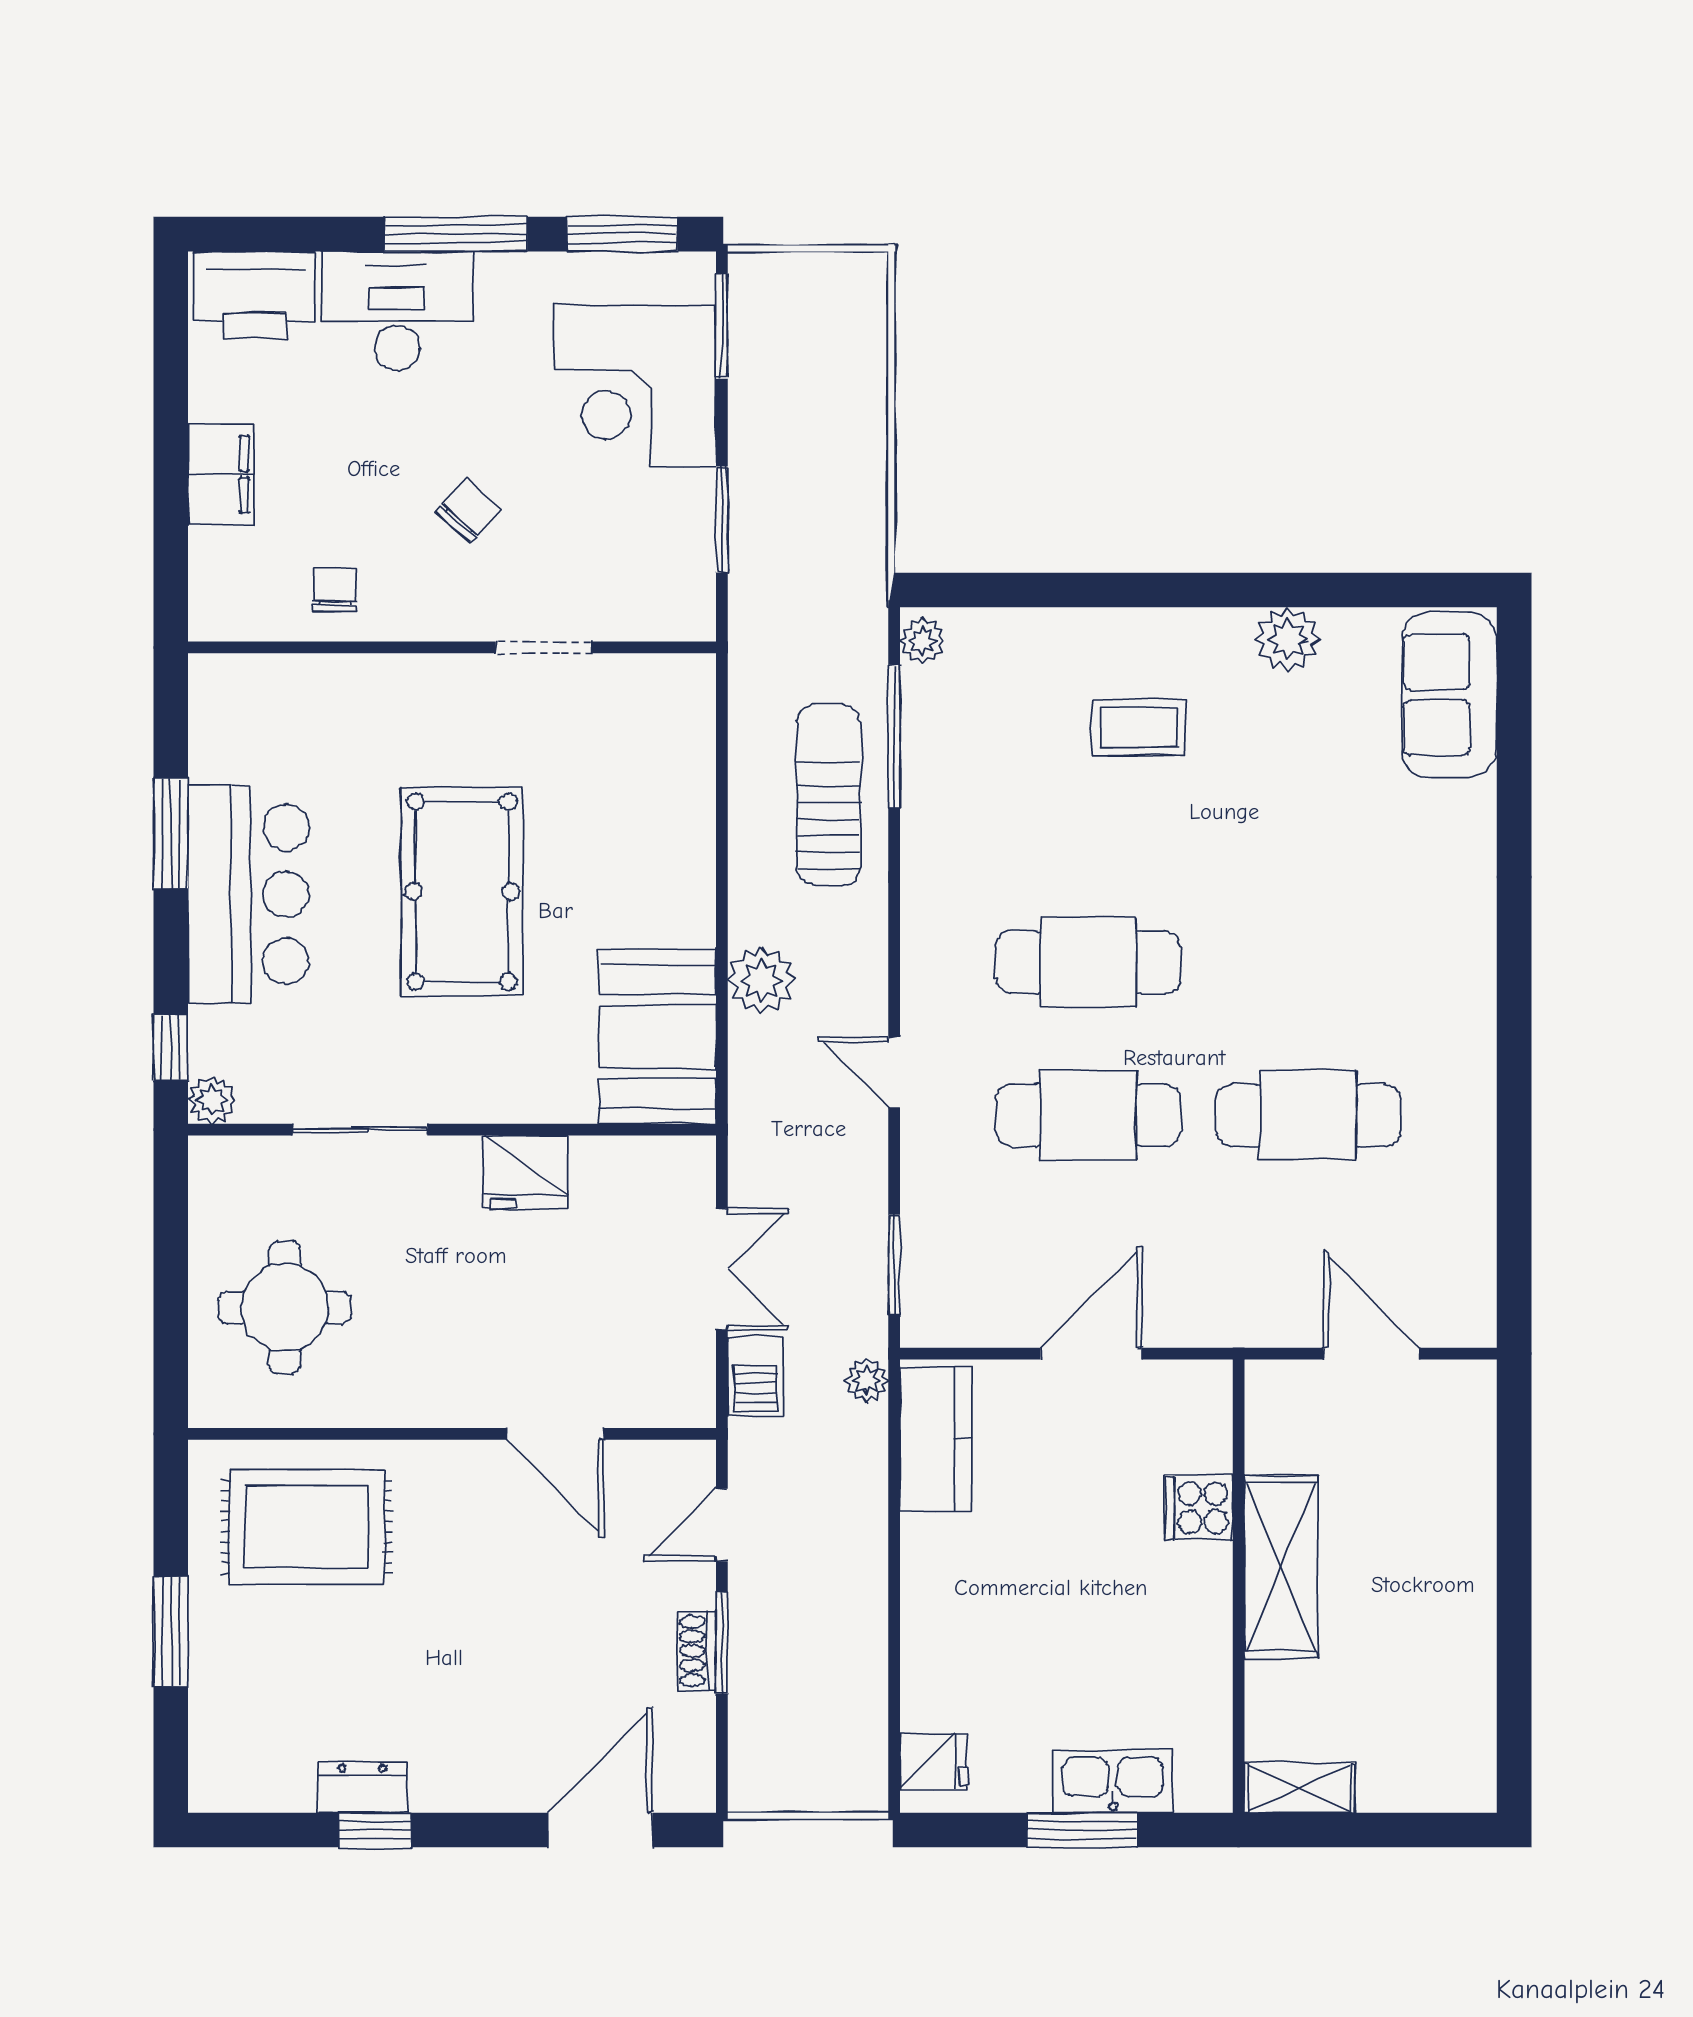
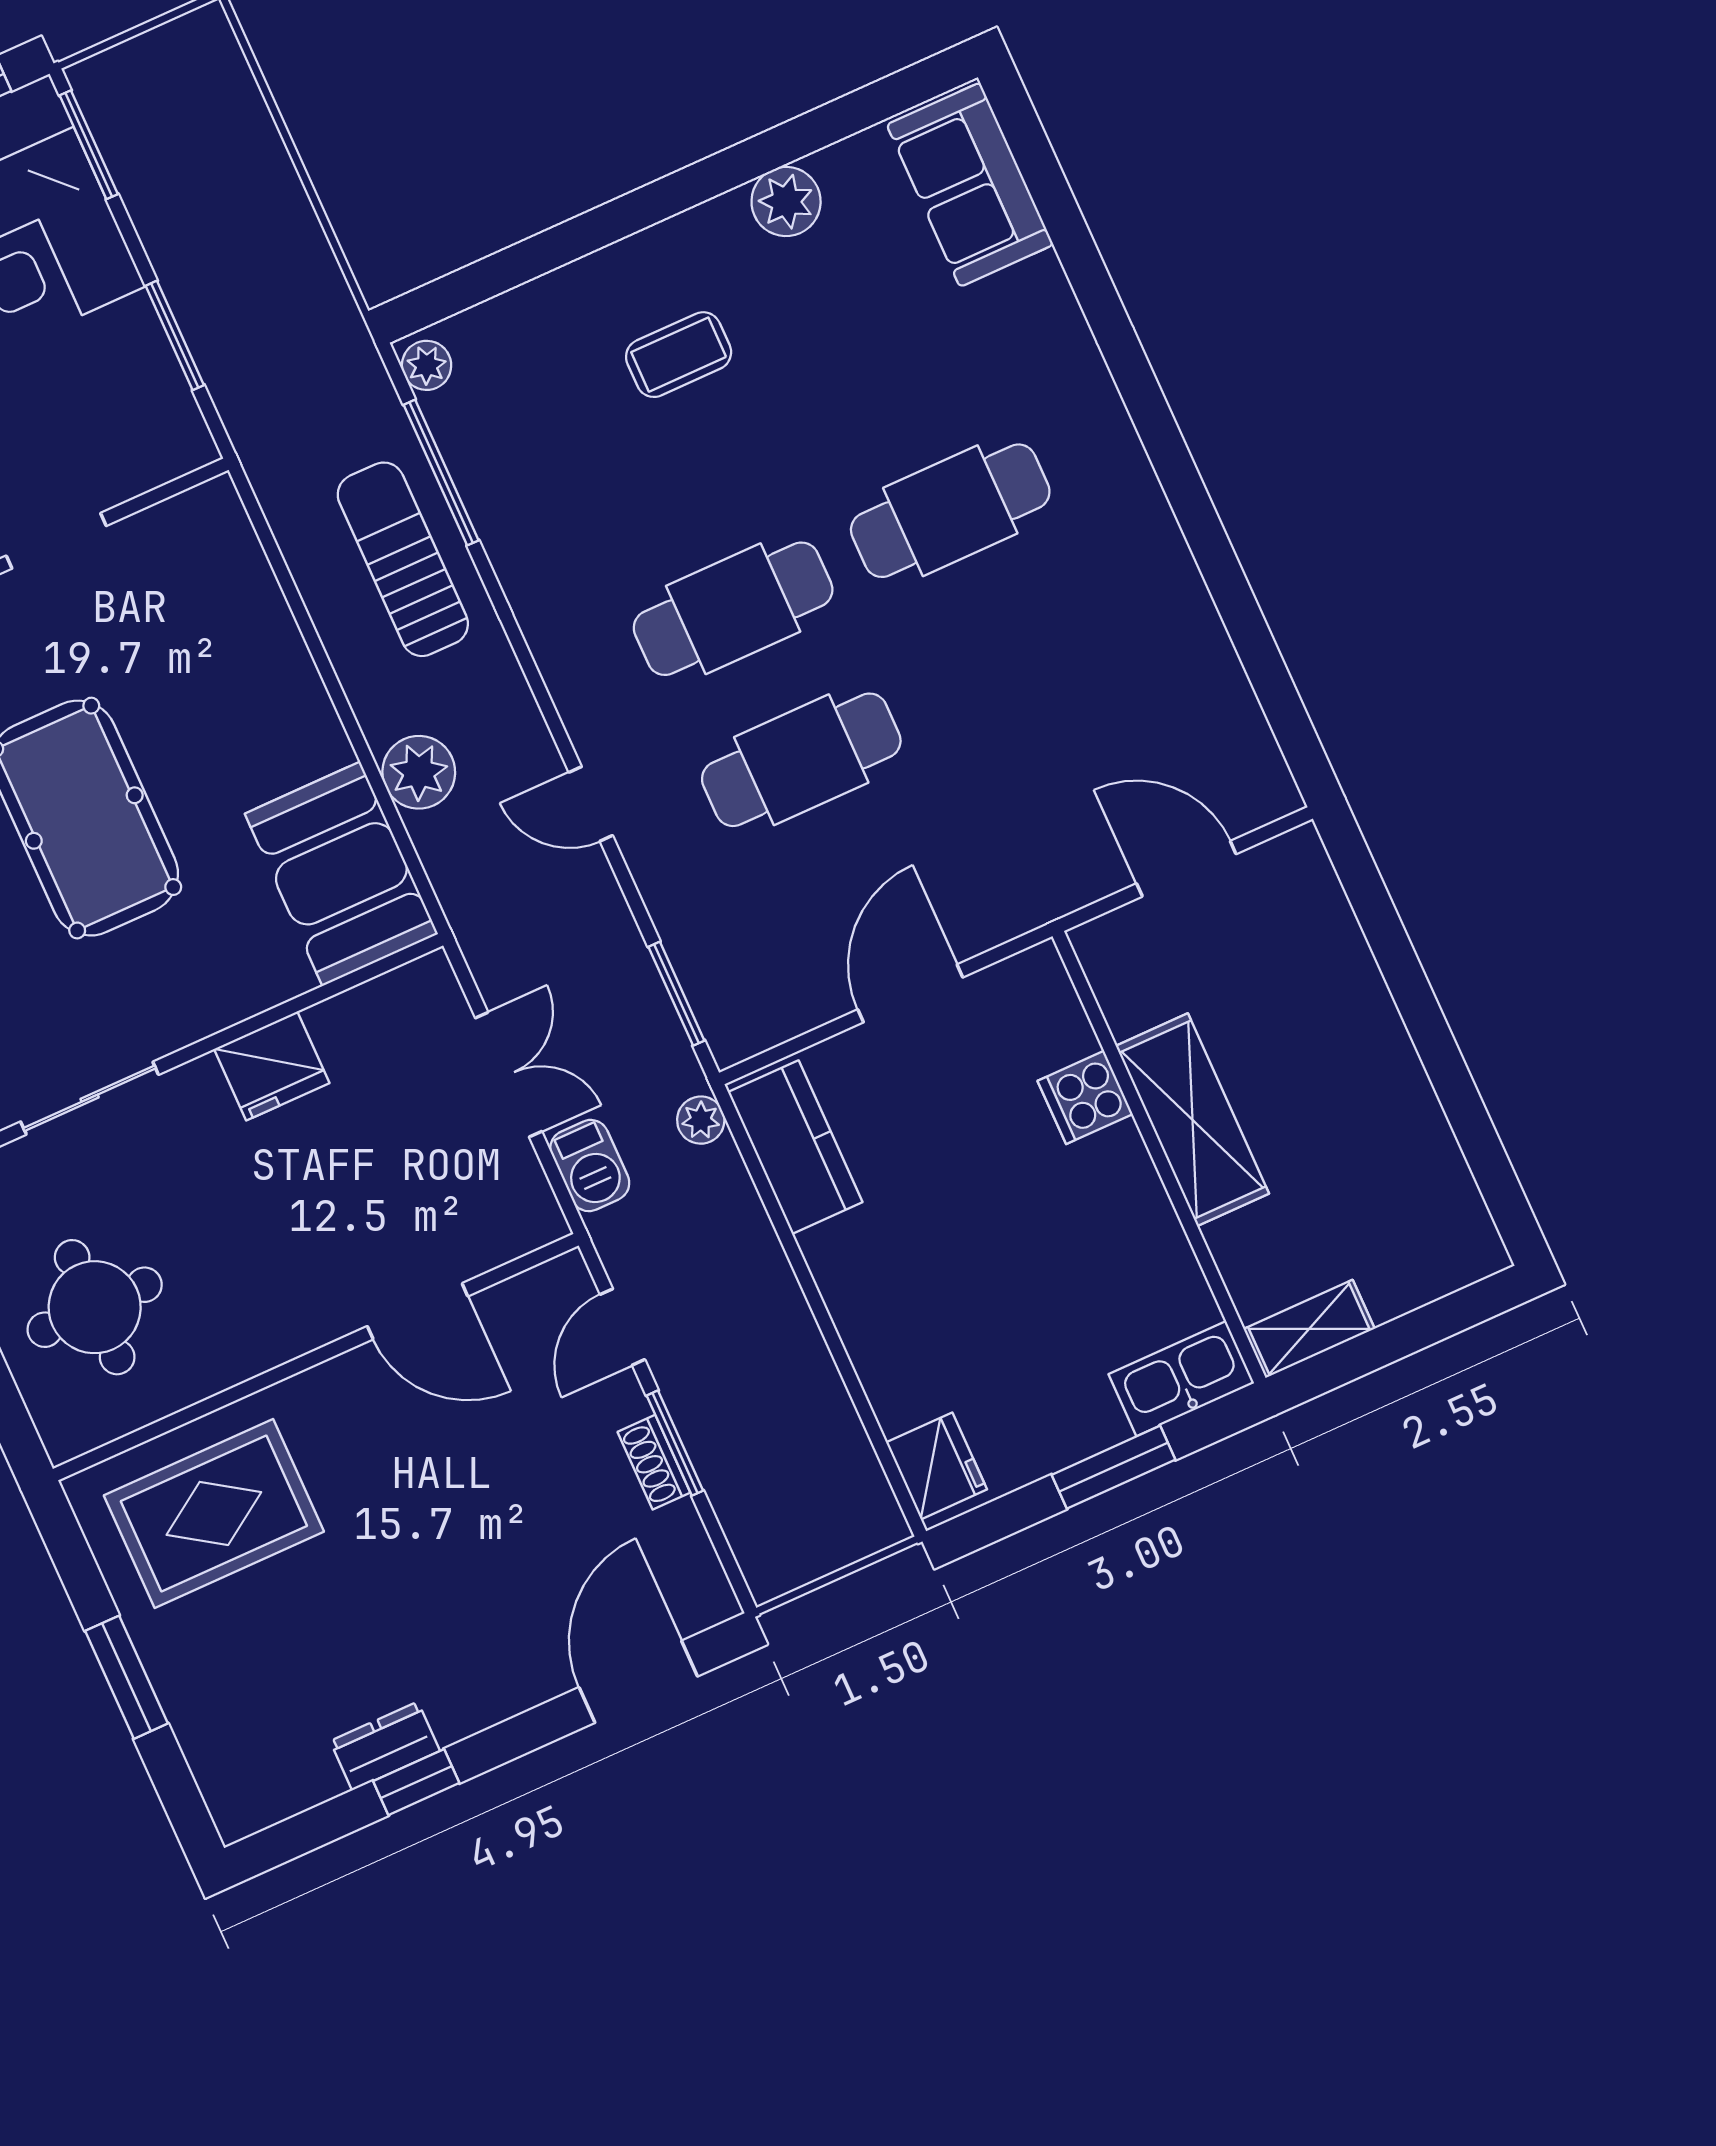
cafe table: (1308, 1115) -> (950, 511), moved
fridge: (934, 1762) -> (936, 1466), width x1.38
kitchen sink: (1113, 1781) -> (1181, 1379), moved

